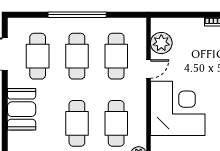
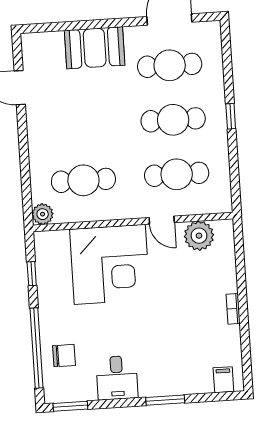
window: (77, 15) -> (231, 116), width x0.32
cafe table: (77, 123) -> (80, 126), removed

